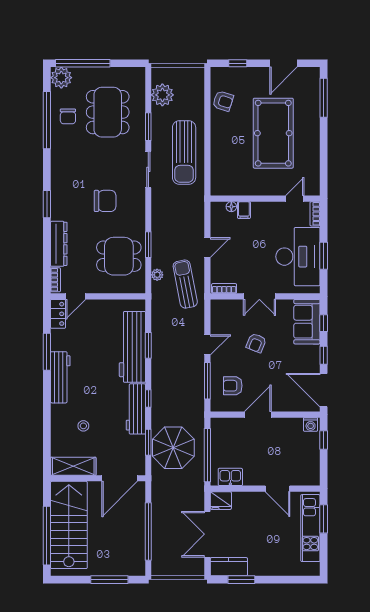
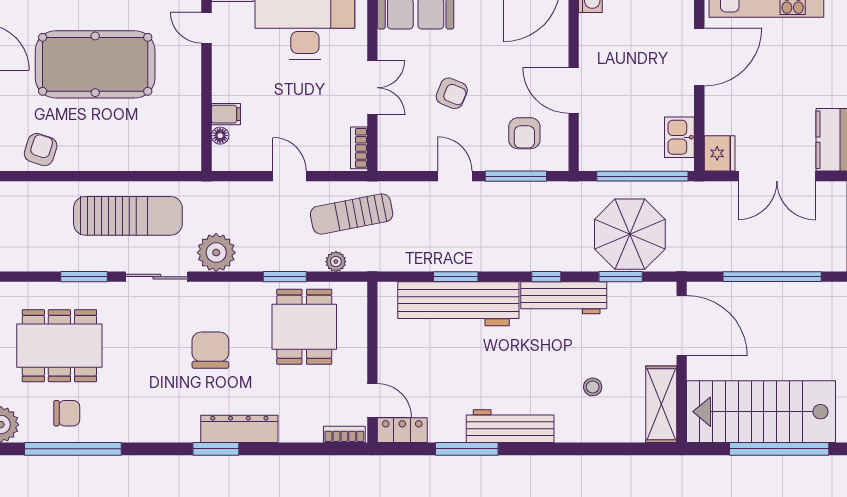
plant: (162, 95) -> (216, 253), moved
dresser: (59, 244) -> (239, 429), moved
door: (278, 489) -> (699, 57), width x1.36

